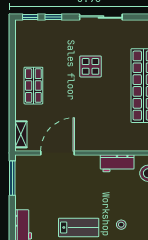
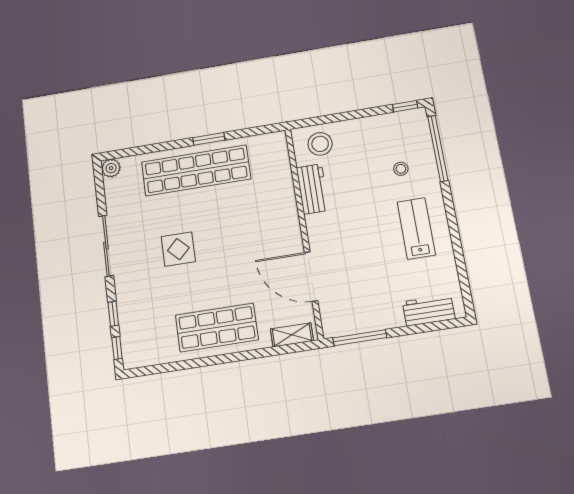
shop shelf: (33, 86) -> (217, 327), width x1.43, depth x1.36

